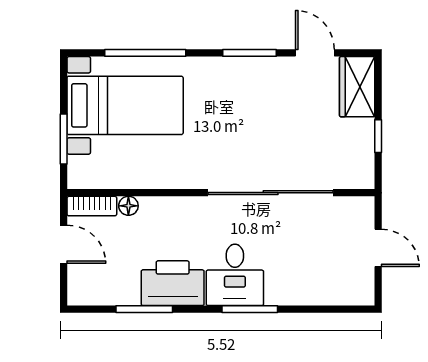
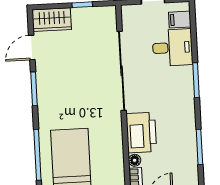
desk: (235, 275) -> (172, 48), moved
printer: (173, 283) -> (141, 133), moved, turned 180
filing cabinet: (347, 289) -> (180, 20), added

